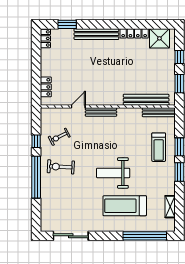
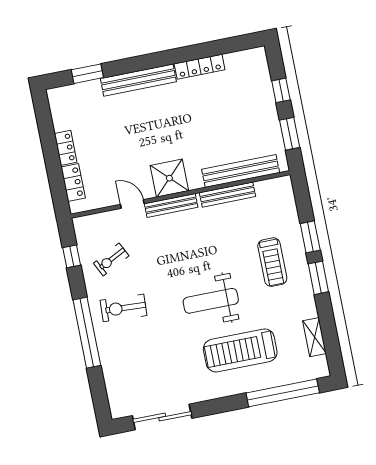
locker: (45, 38) -> (66, 148), moved
shower: (159, 38) -> (169, 178), moved
door: (78, 107) -> (132, 204), hinge flipped
bench: (159, 112) -> (227, 195), moved
window: (36, 141) -> (72, 256), moved
treadmill: (159, 147) -> (272, 262), moved

